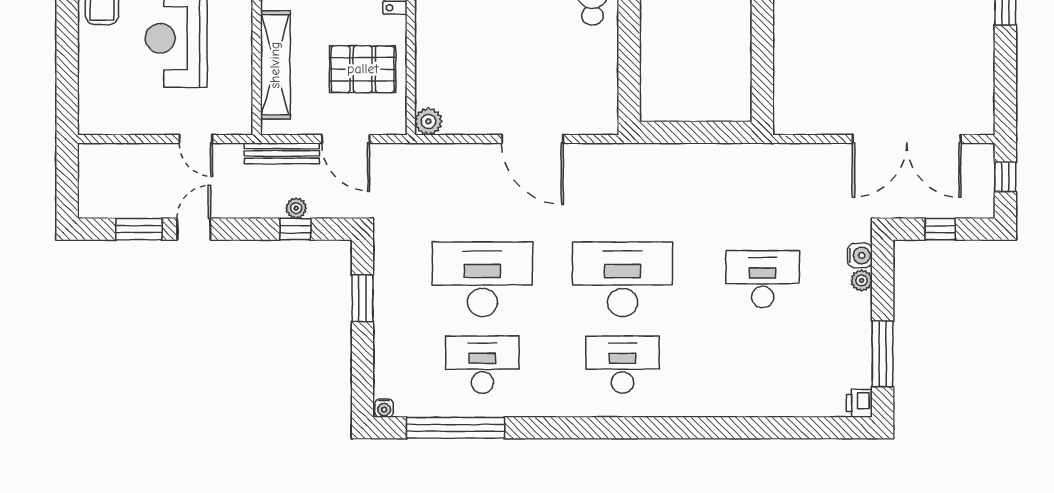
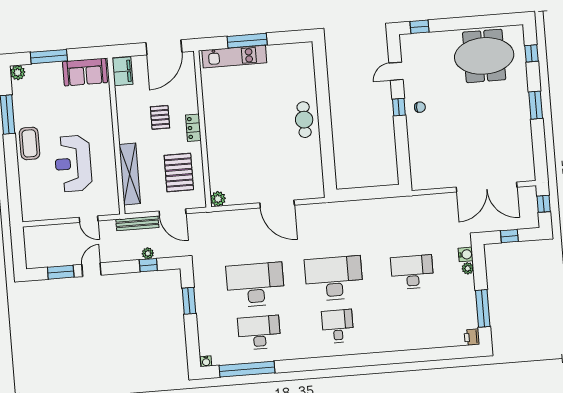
pallet: (363, 69) -> (179, 173), turned 90
desk: (623, 365) -> (338, 326), width x0.73

